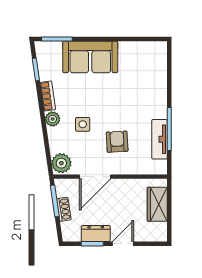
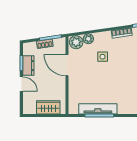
plant: (53, 119) -> (88, 39), moved
tv unit: (159, 139) -> (98, 109), width x1.41
armchair: (117, 142) -> (91, 80), removed

